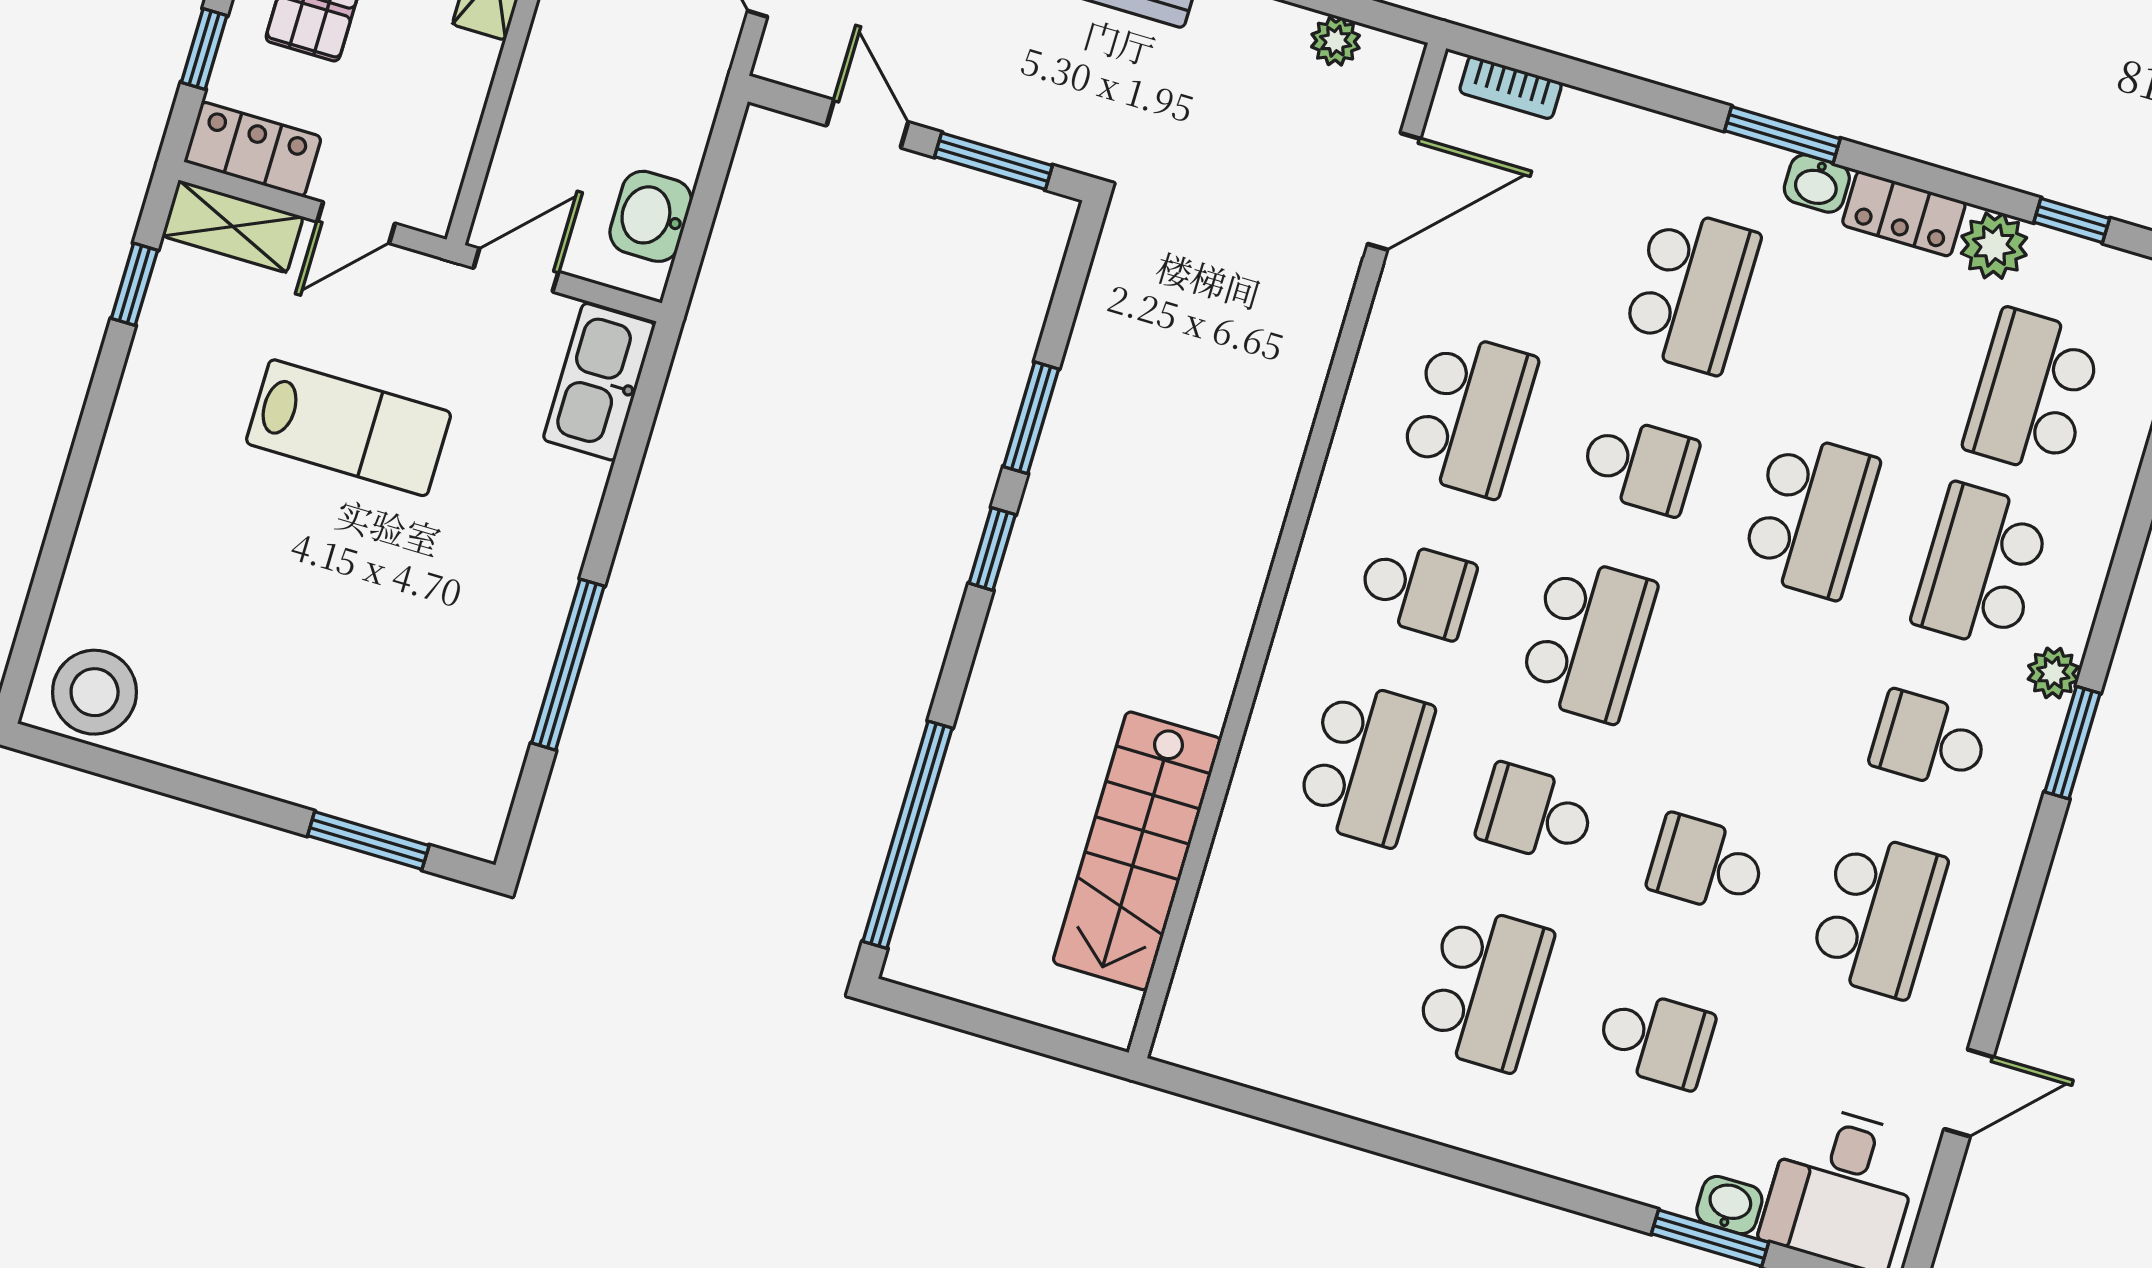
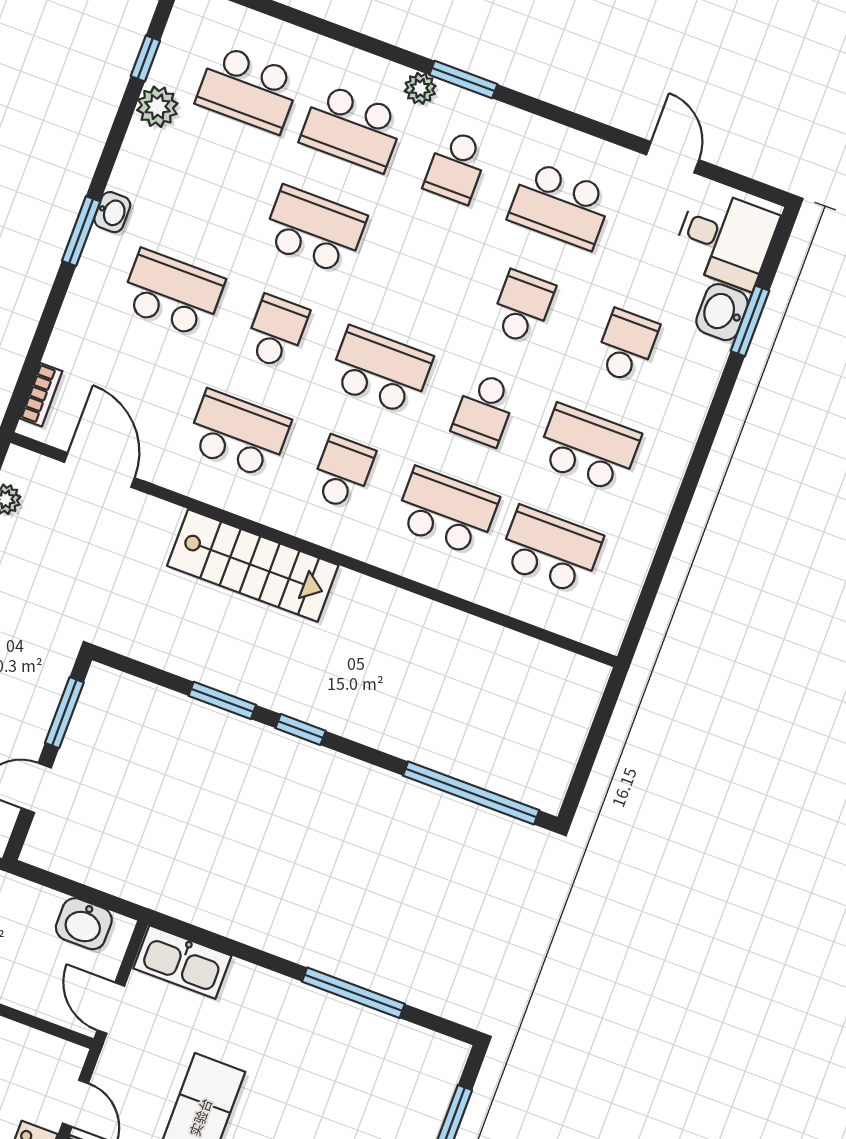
locker: (1904, 214) -> (134, 160), removed
stairs: (1137, 851) -> (253, 565), moved
school desk: (1707, 864) -> (522, 307), turned 180
school desk: (1878, 915) -> (560, 205), turned 180
school desk: (1313, 937) -> (551, 550), added
washbasin: (1729, 1205) -> (722, 312), width x1.38, depth x1.45

